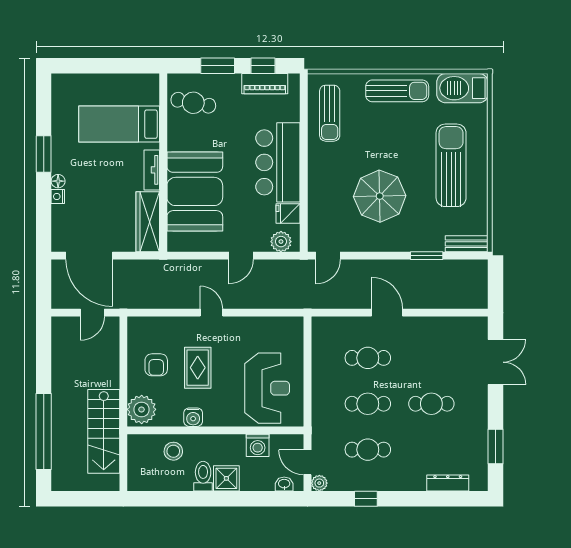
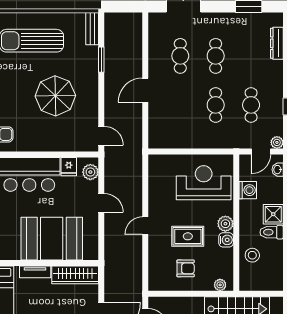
cafe table: (368, 358) -> (180, 56), moved
plant: (142, 409) -> (220, 285), width x0.53, depth x0.53
plant: (214, 416) -> (225, 224), added

